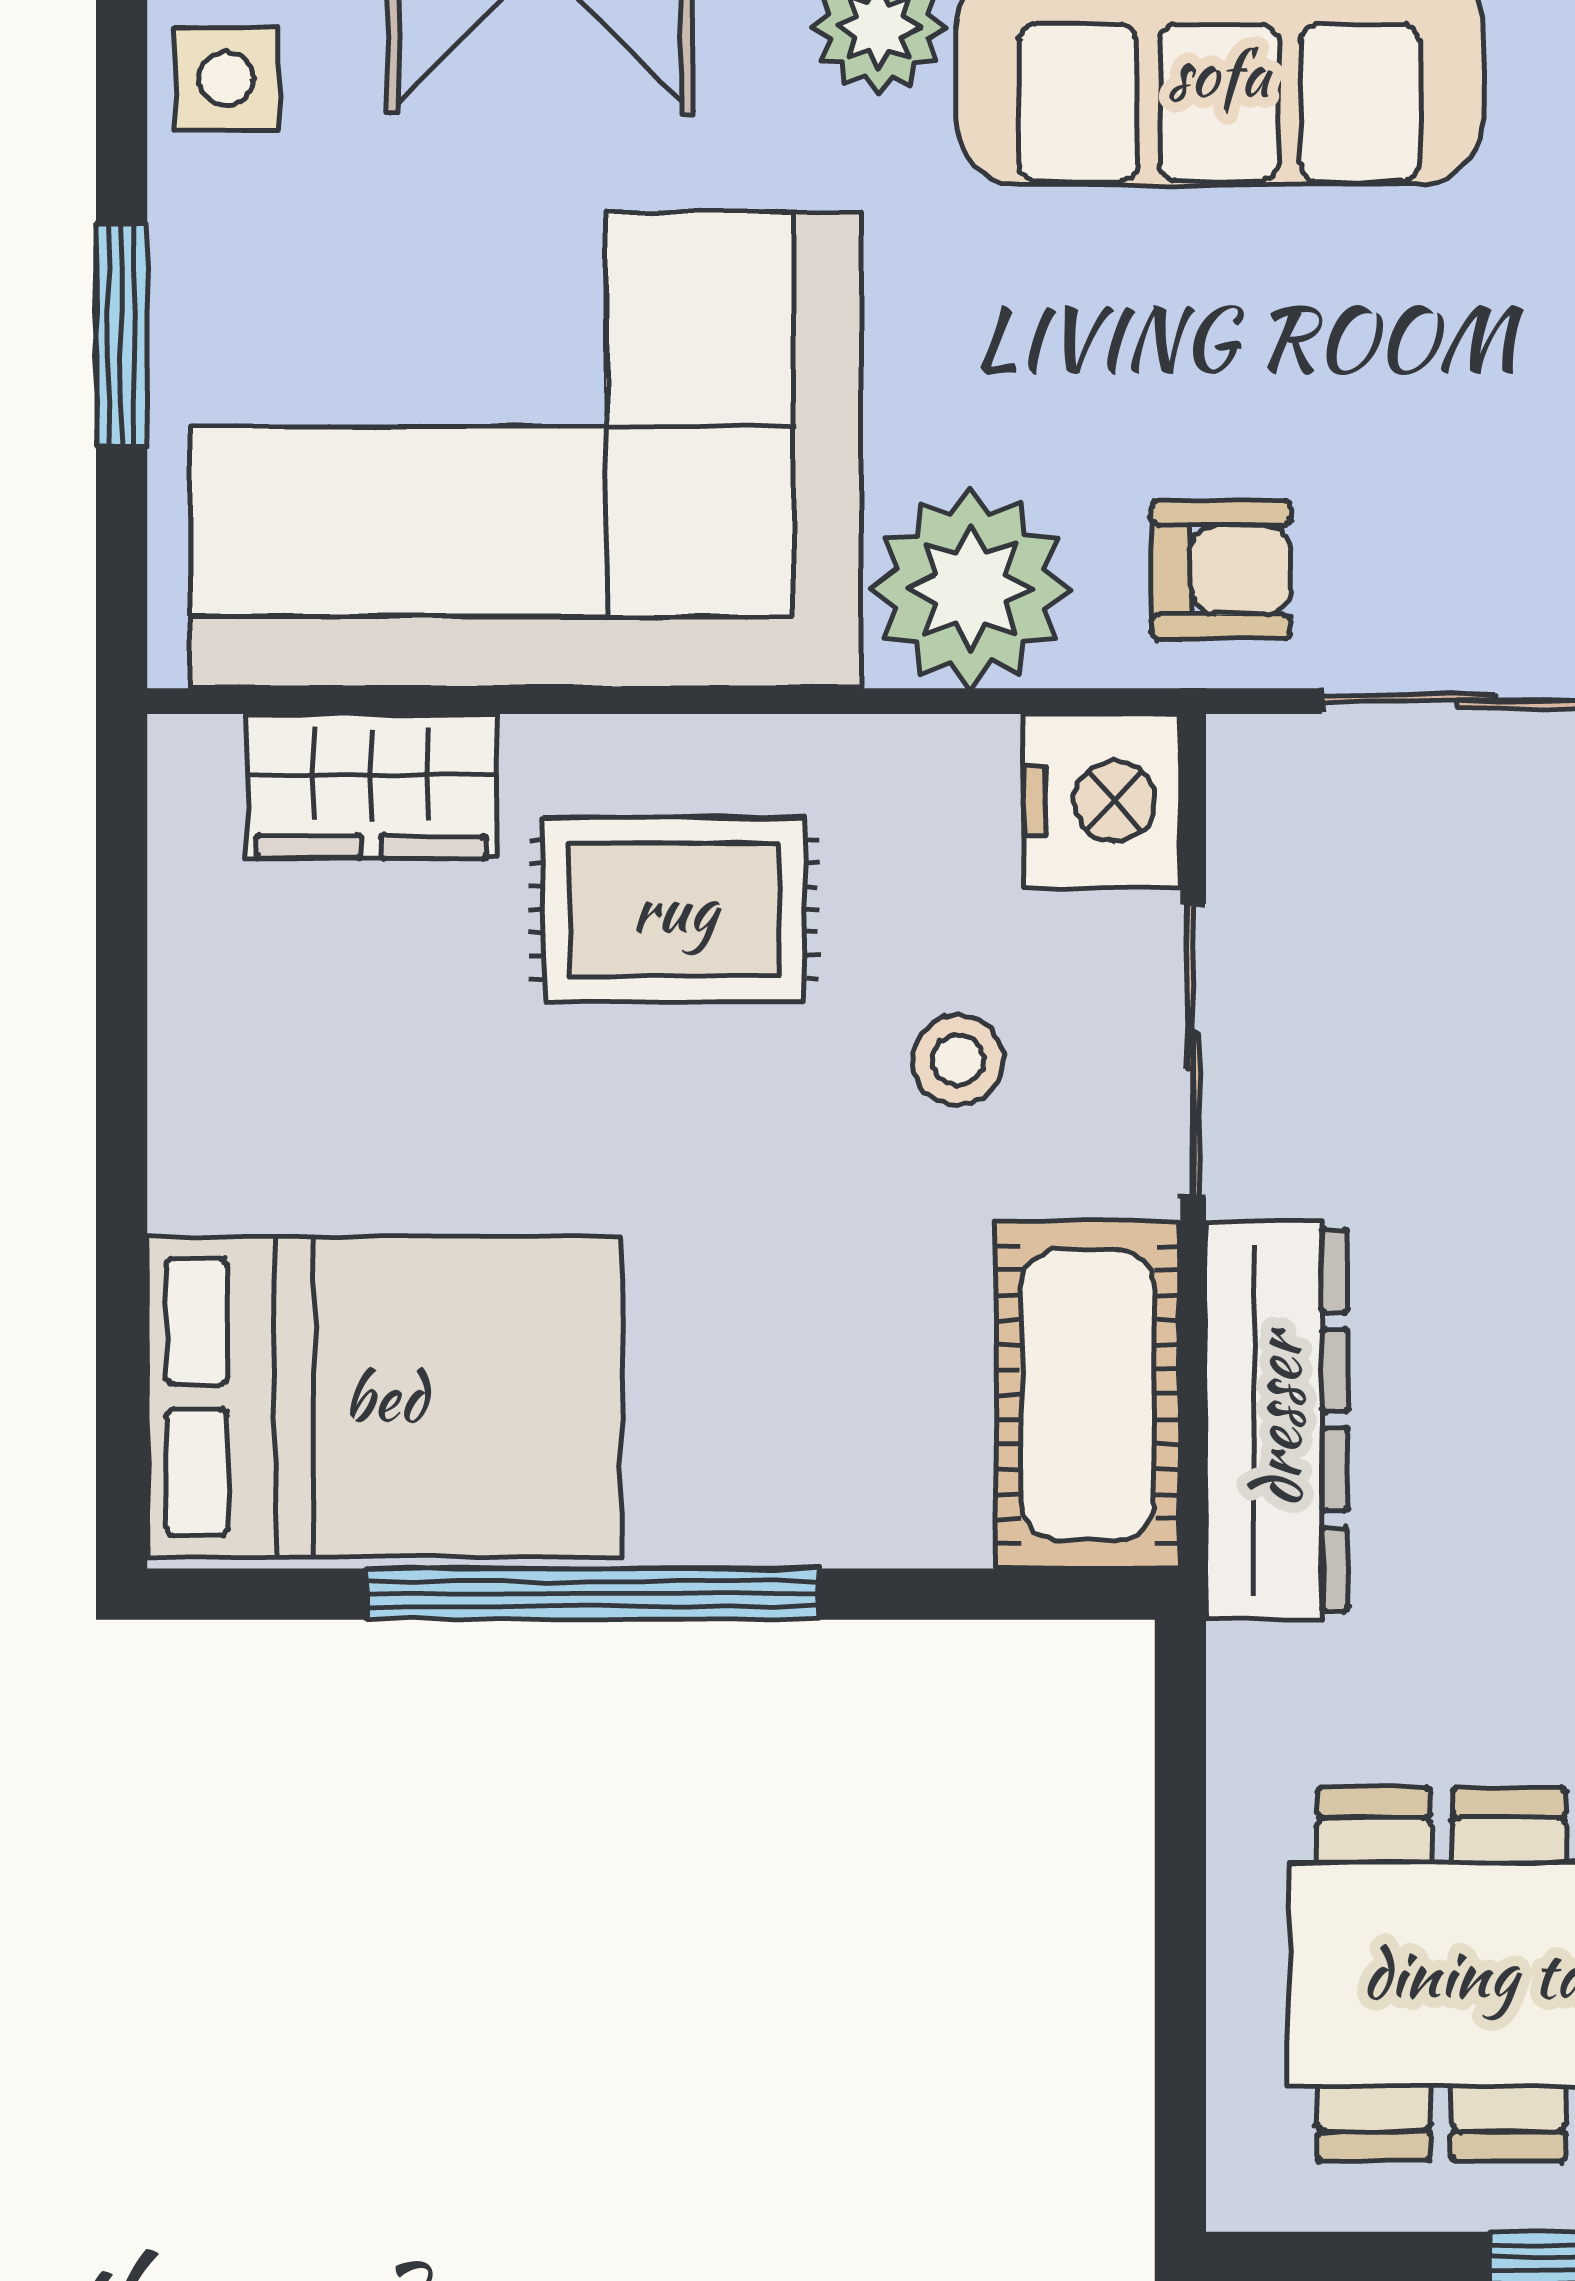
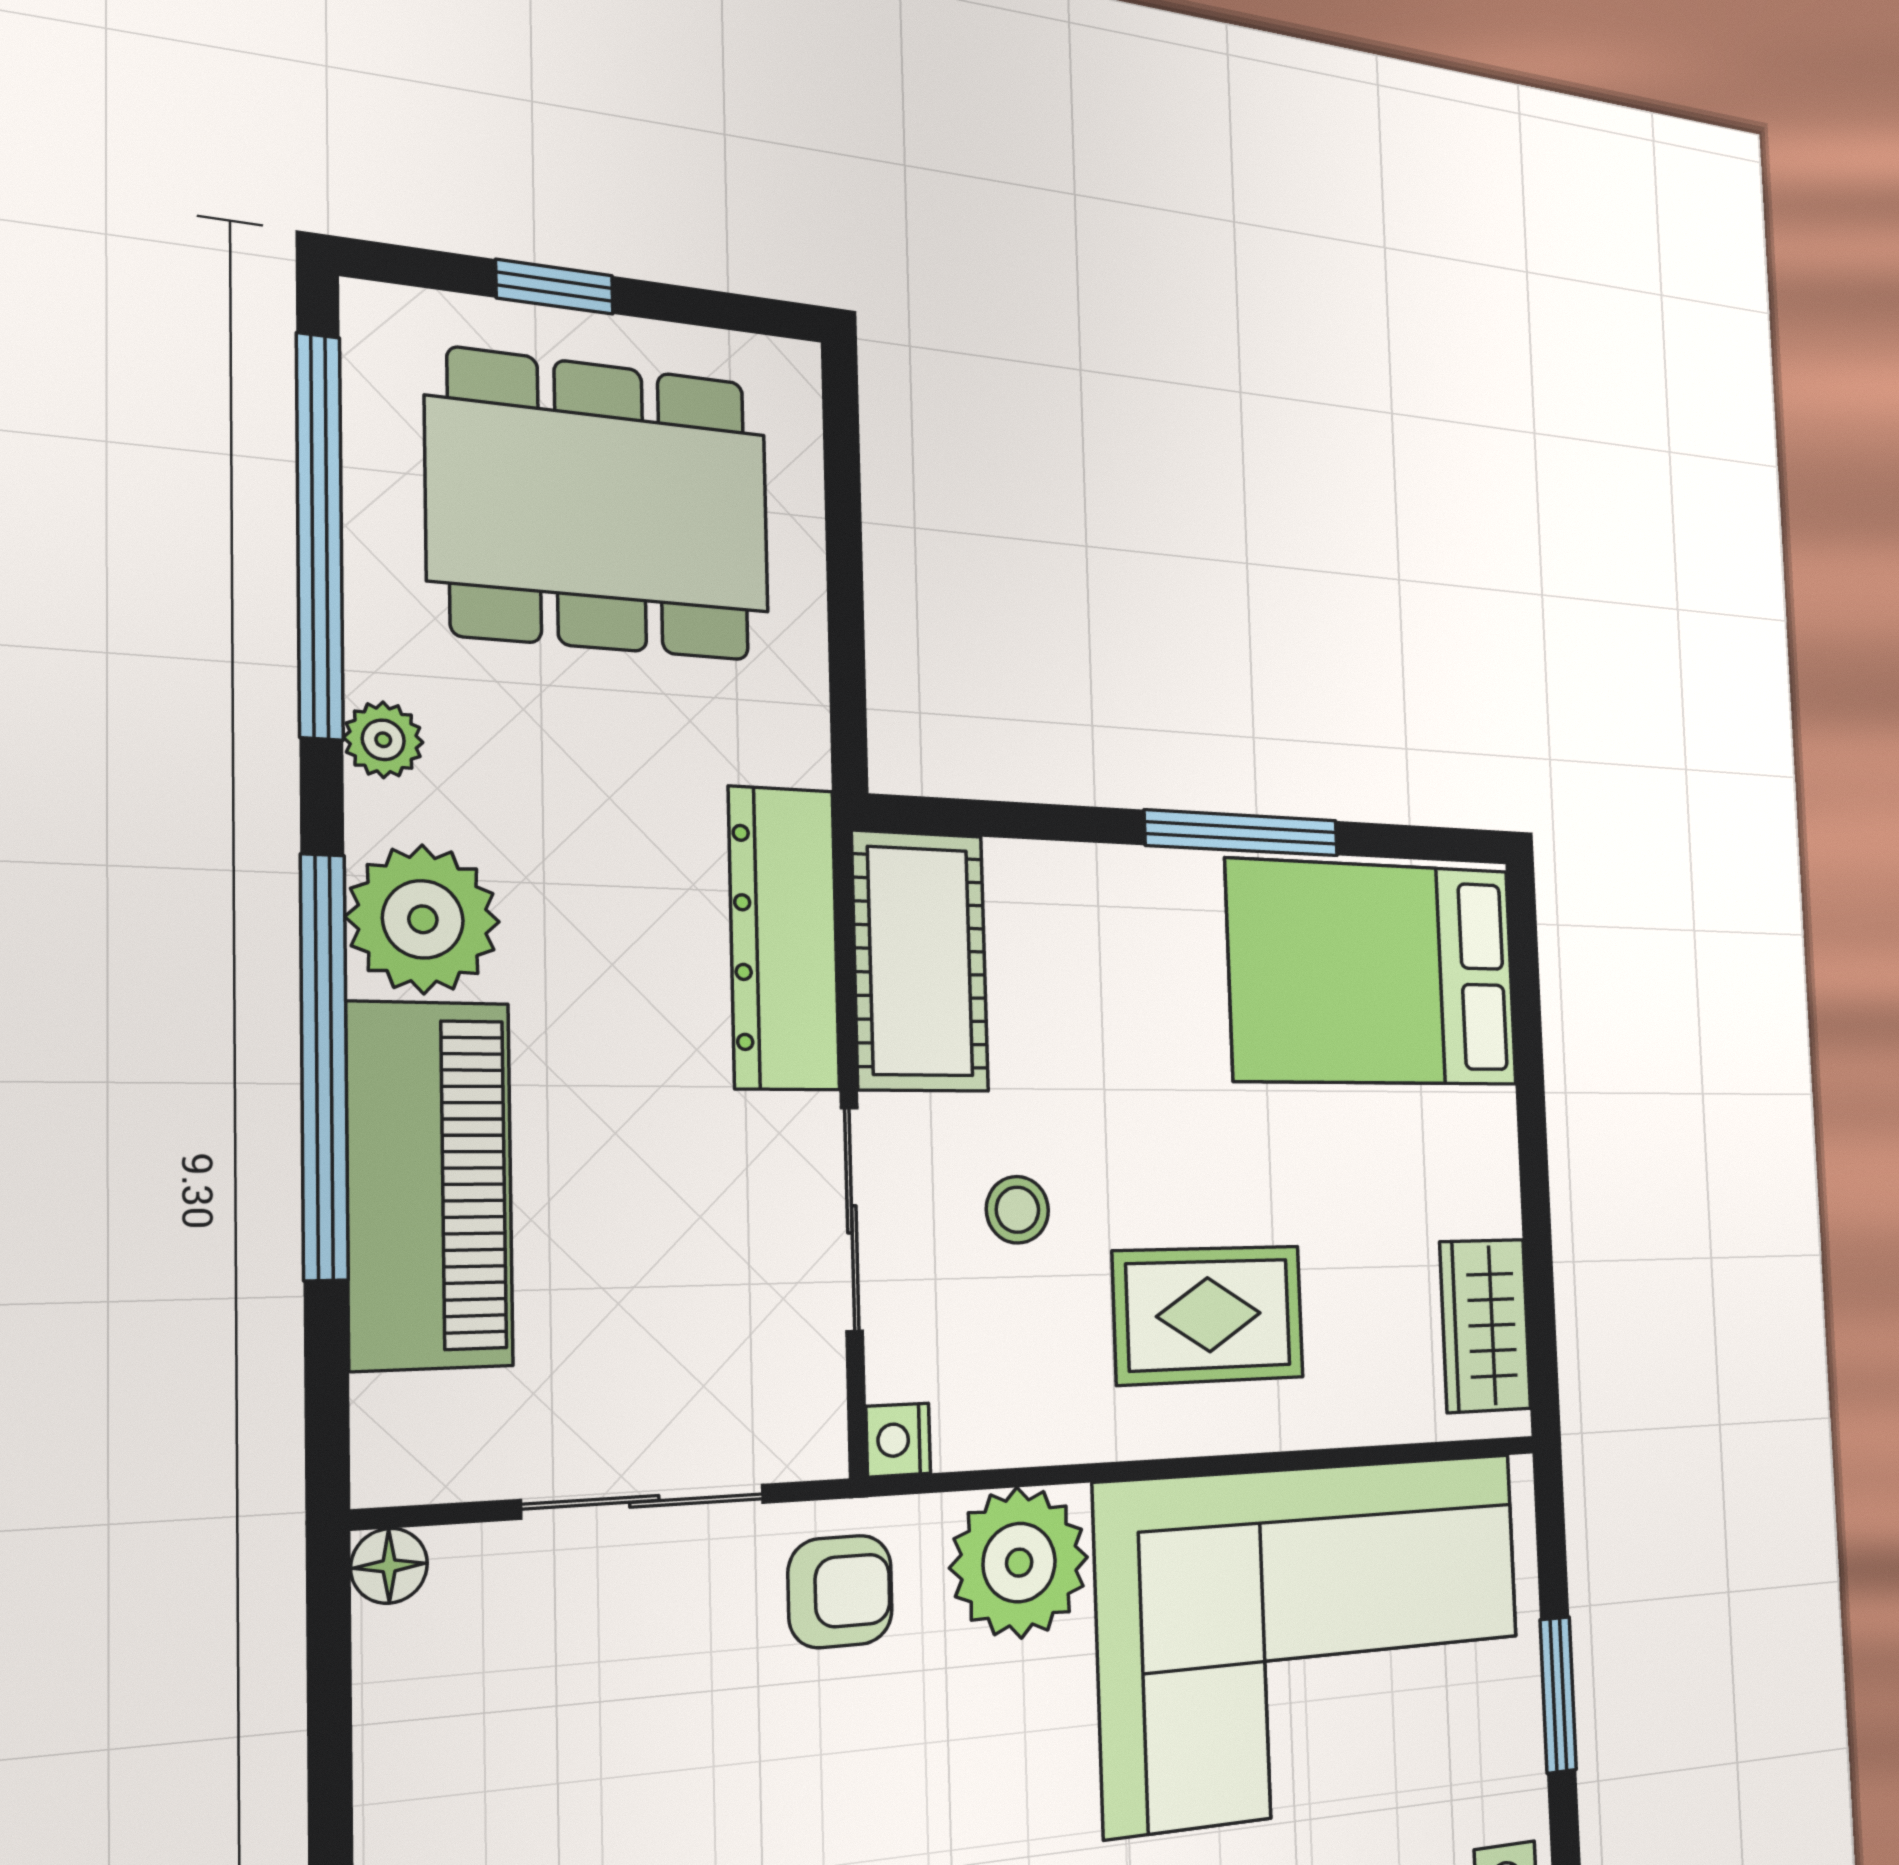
armchair: (1221, 570) -> (840, 1592), turned 180
wardrobe: (371, 786) -> (1485, 1325), moved, turned -90
nightstand: (1102, 801) -> (898, 1440), width x0.53, depth x0.56
window: (593, 1594) -> (1242, 833), width x0.68

